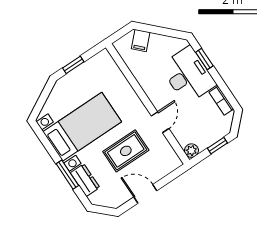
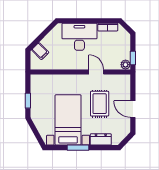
window: (204, 59) -> (76, 21), removed
window: (217, 146) -> (133, 58), moved
window: (67, 175) -> (78, 148), moved
door: (145, 194) -> (133, 109), hinge flipped

